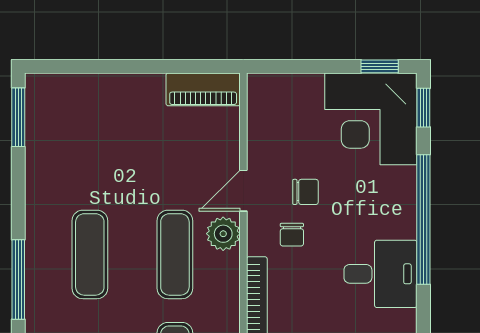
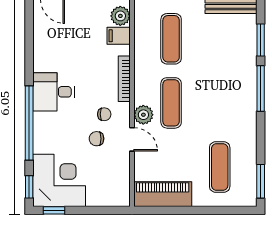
piano: (203, 89) -> (163, 194), width x1.37, depth x1.33
door: (243, 191) -> (132, 139), hinge flipped
chair: (292, 235) -> (104, 114), turned 90
exercise mat: (90, 254) -> (220, 167), moved

